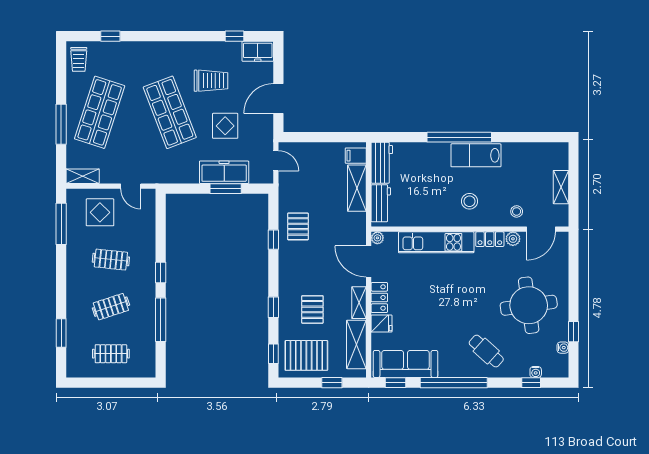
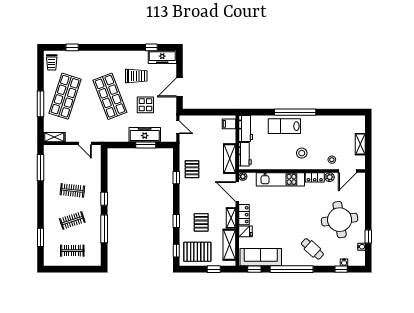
freezer: (258, 51) -> (162, 57), width x1.40
lab bench: (476, 155) -> (284, 126), moved
shelving: (357, 188) -> (230, 159), moved
display table: (100, 212) -> (65, 160), removed

